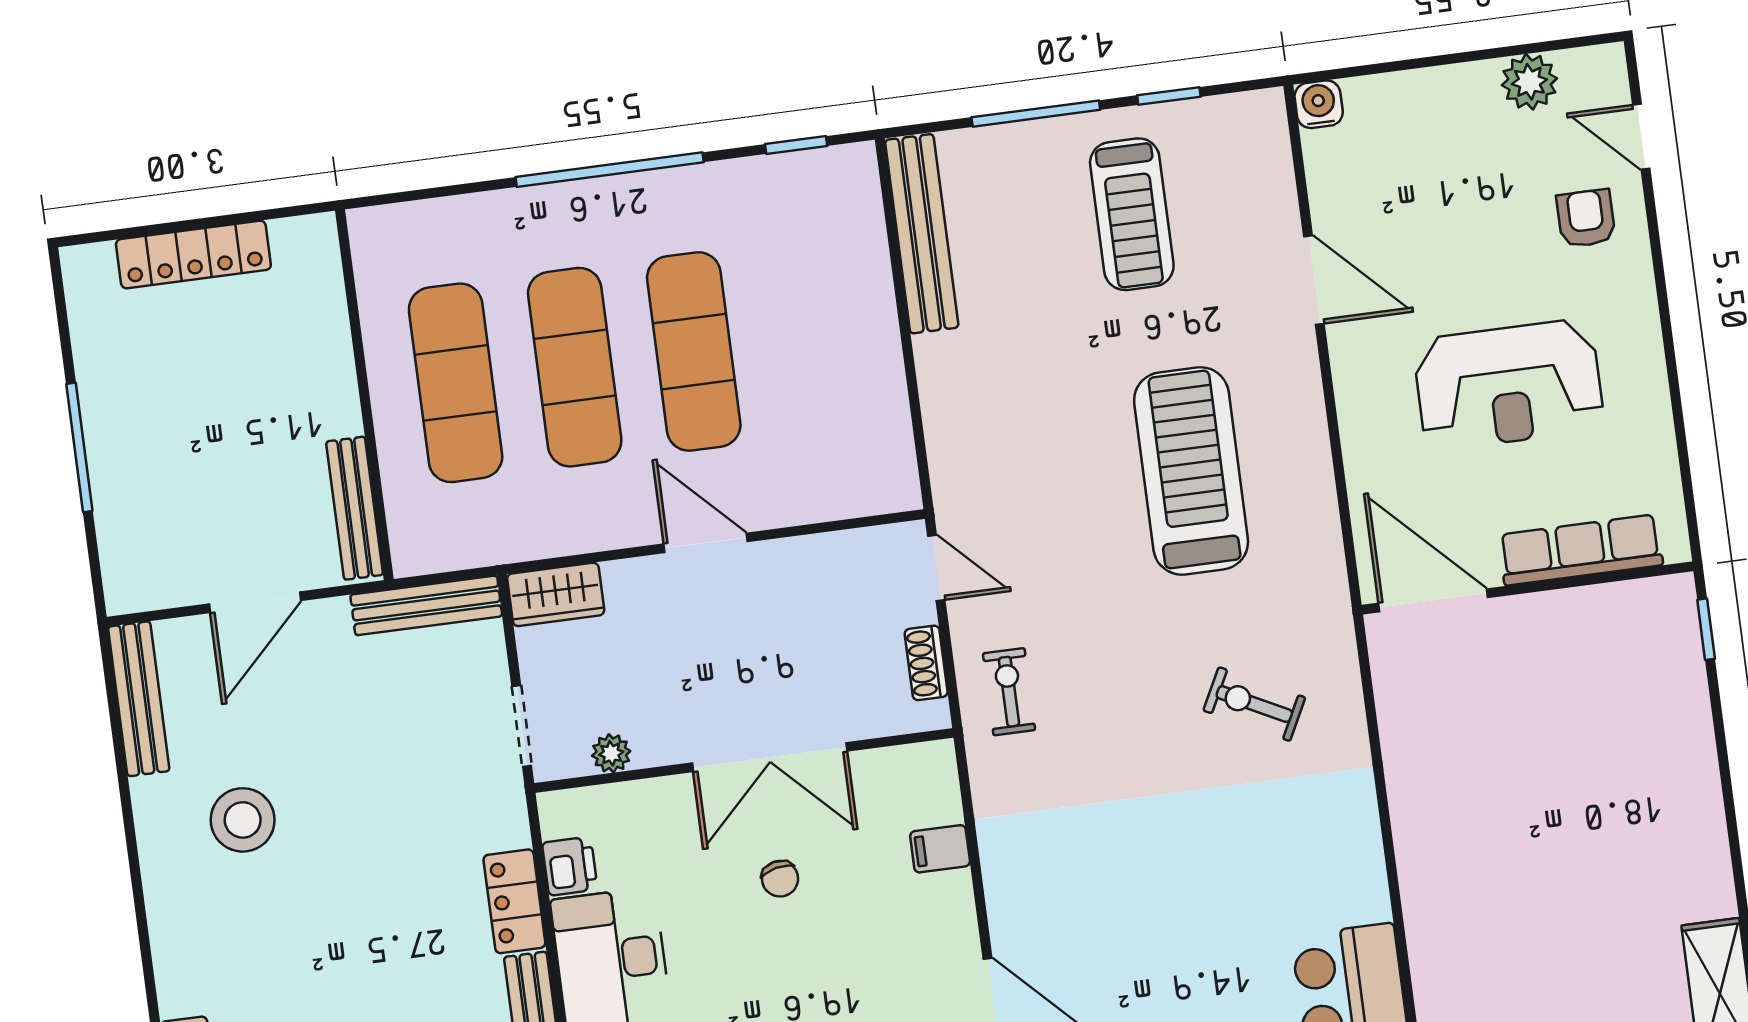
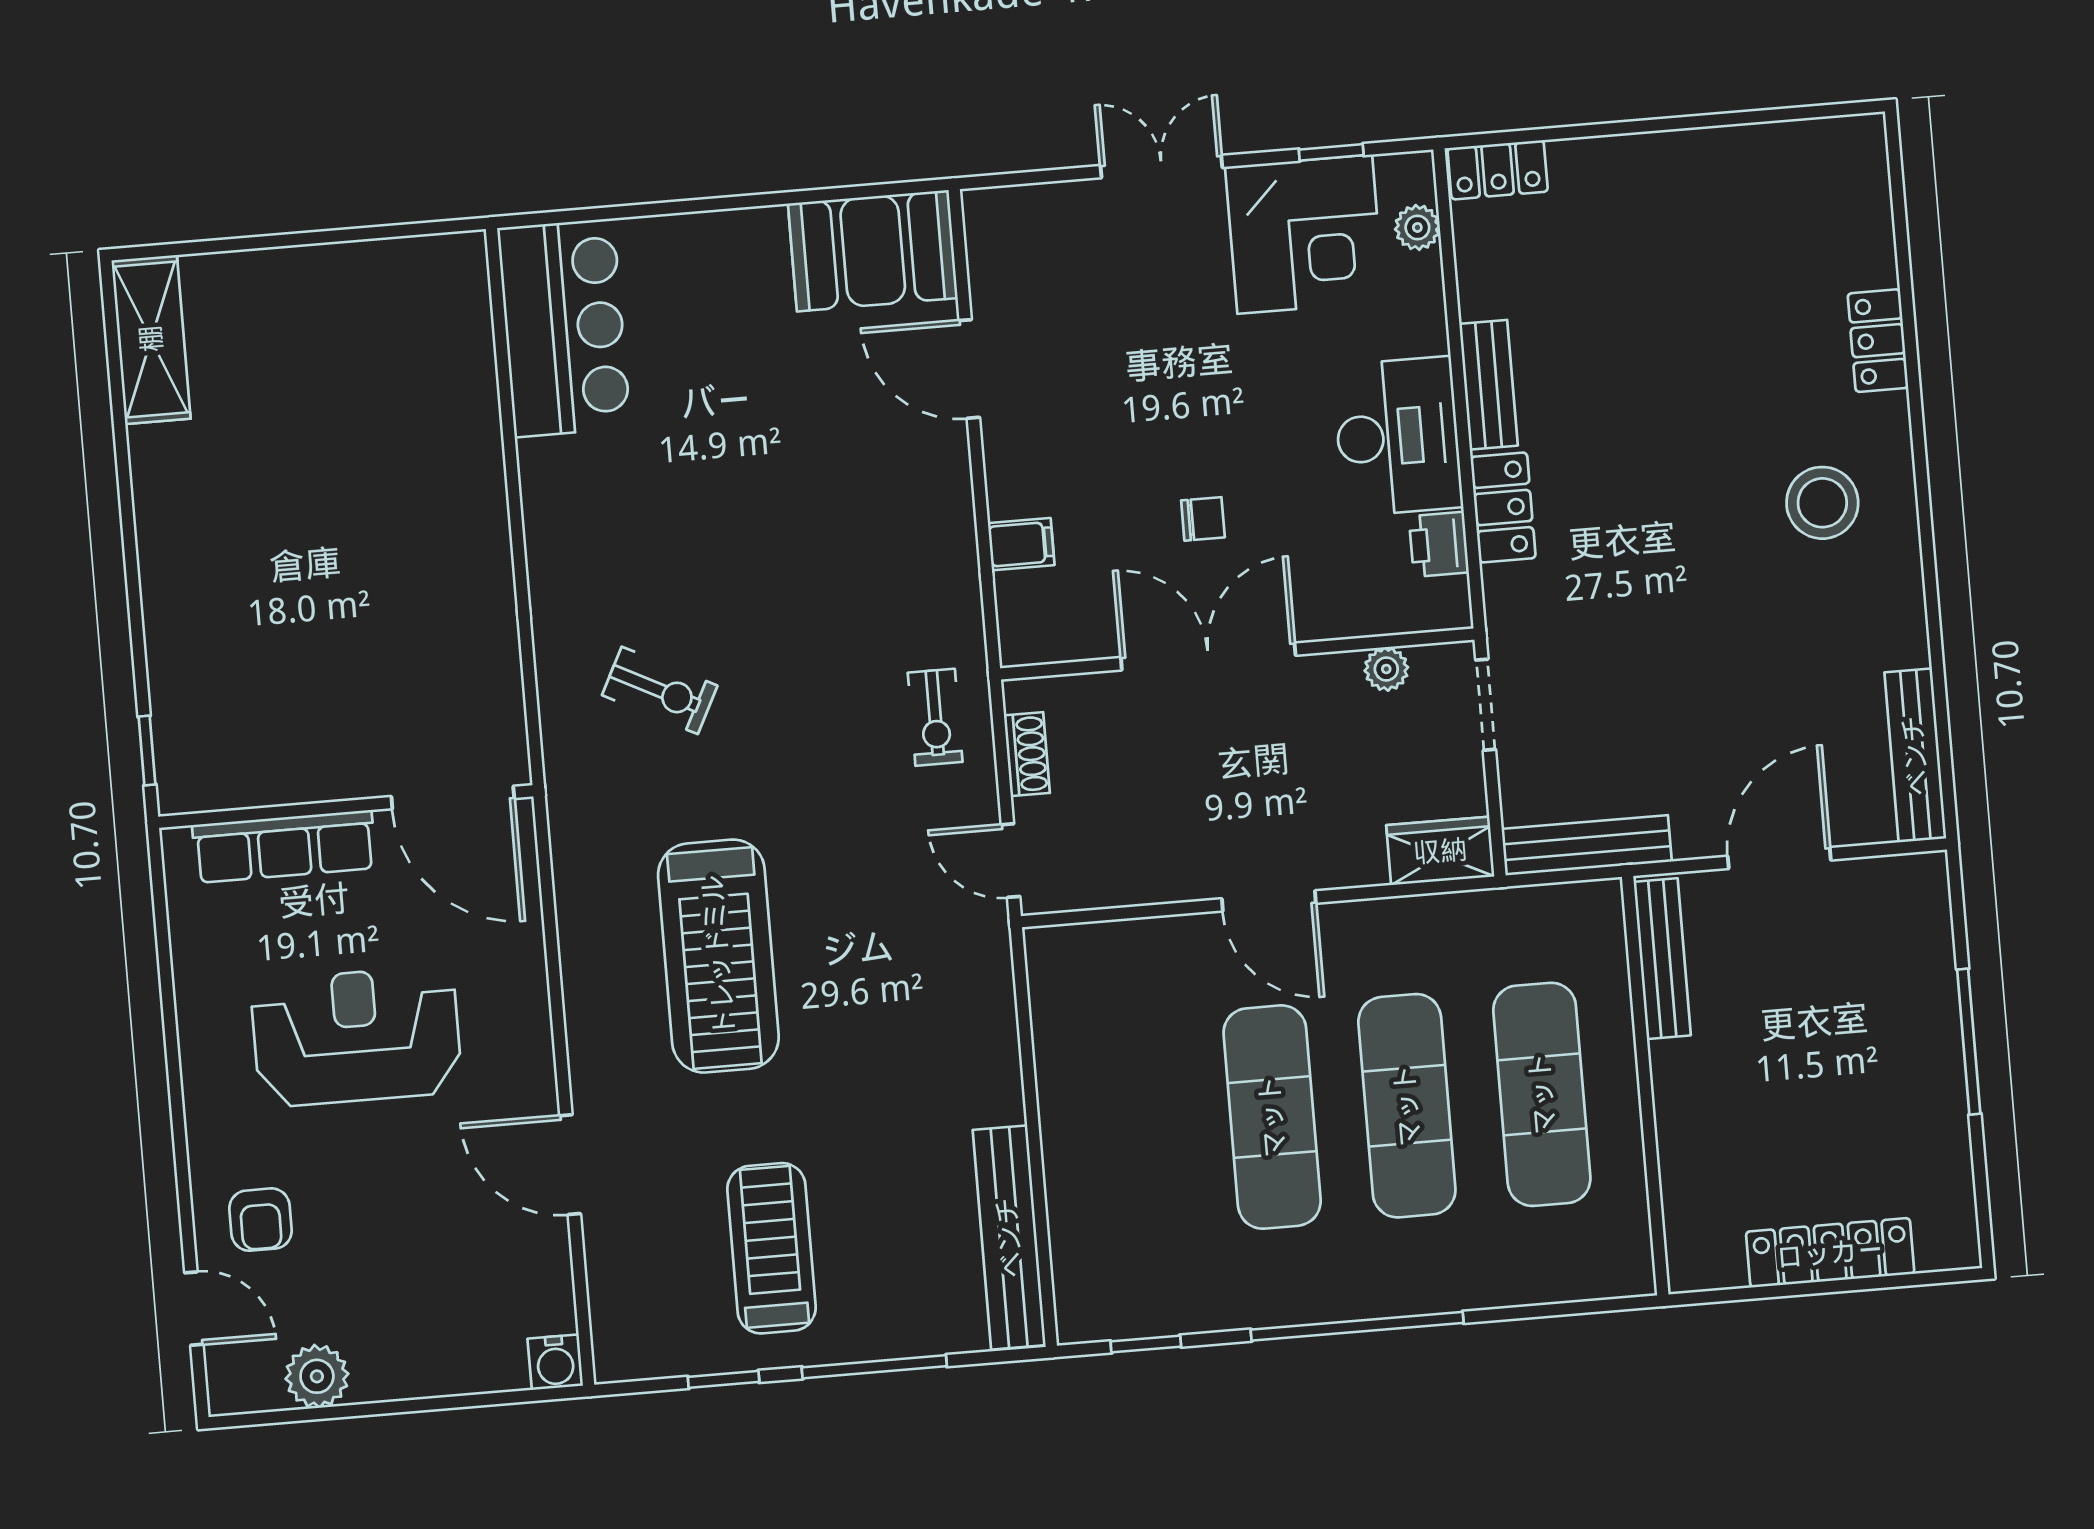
stool: (243, 820) -> (1822, 503), moved
chair: (780, 879) -> (1203, 519), turned 102

